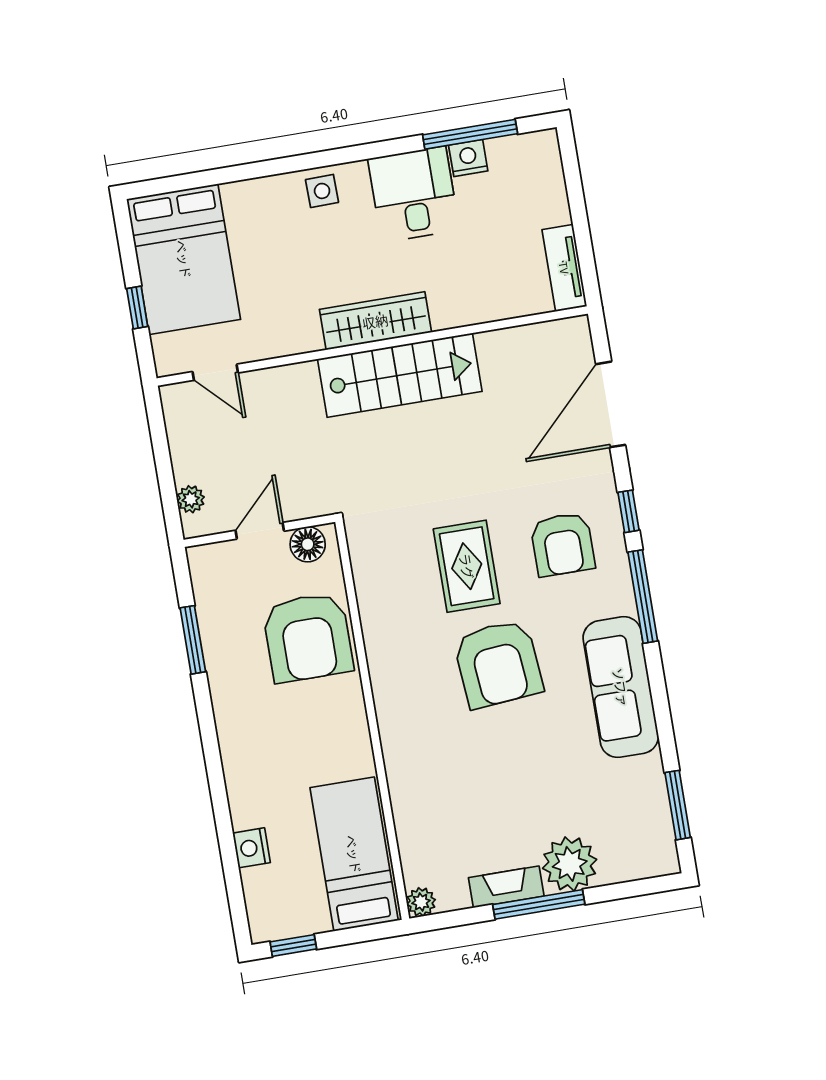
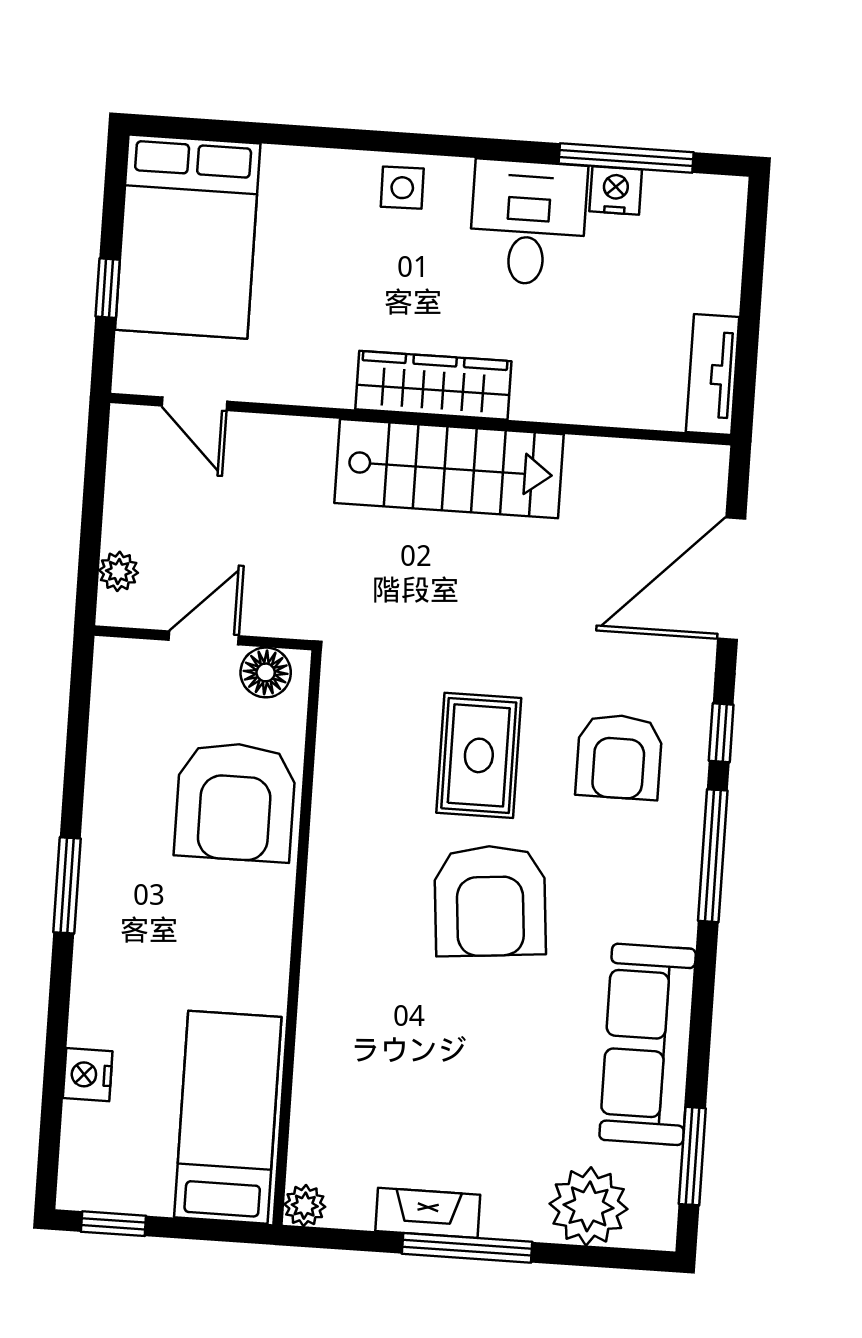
window: (193, 640) -> (67, 885), moved
sofa: (621, 687) -> (648, 1044), moved
plant: (570, 864) -> (589, 1206), moved

